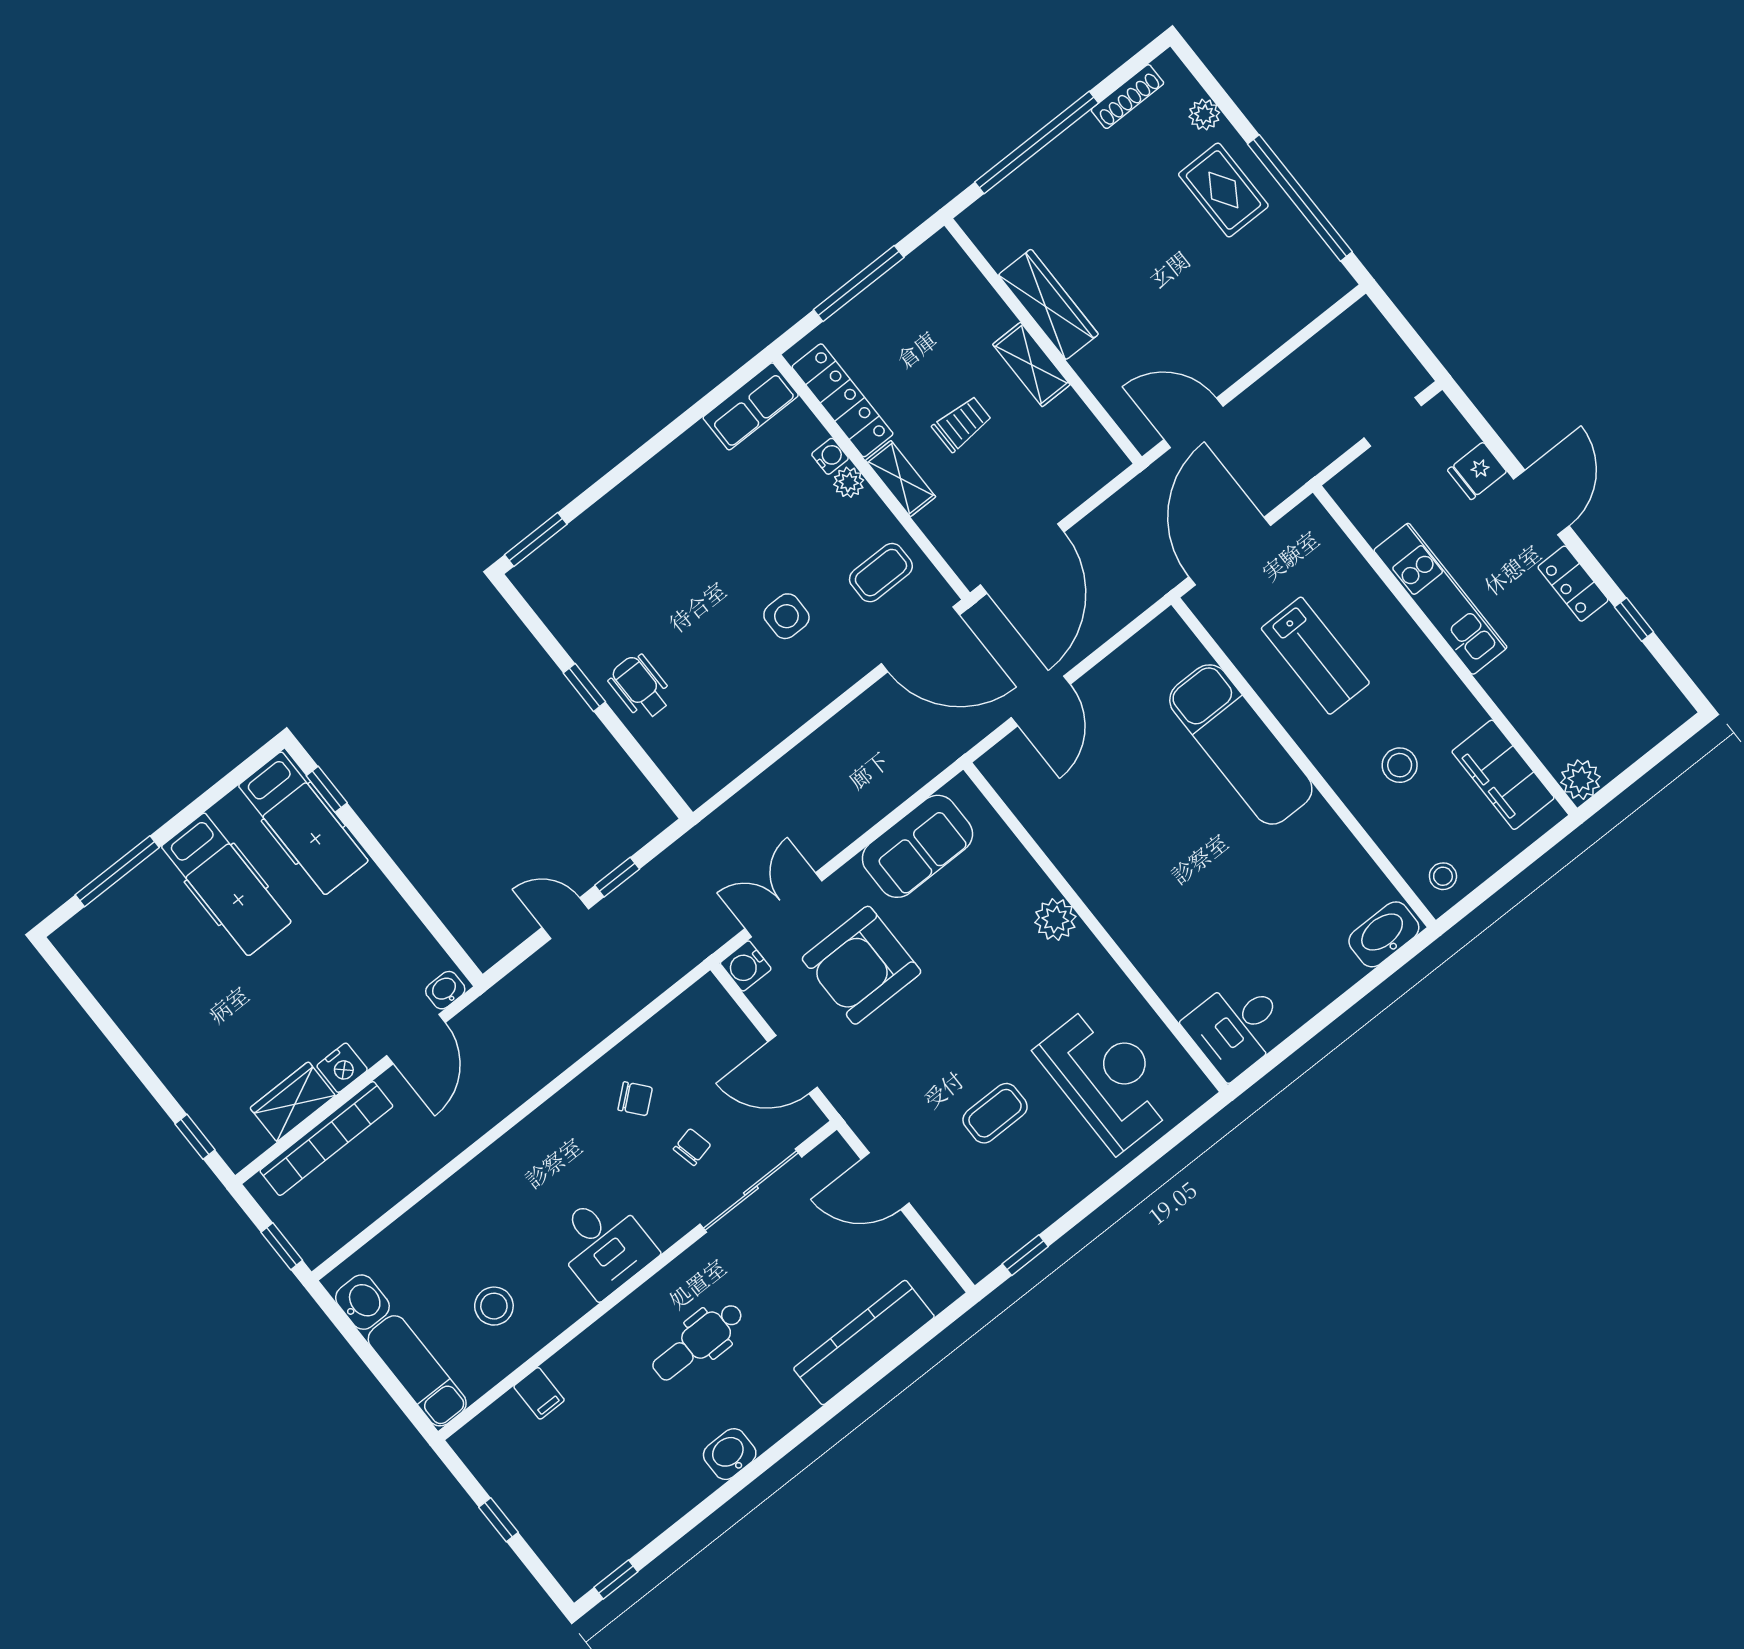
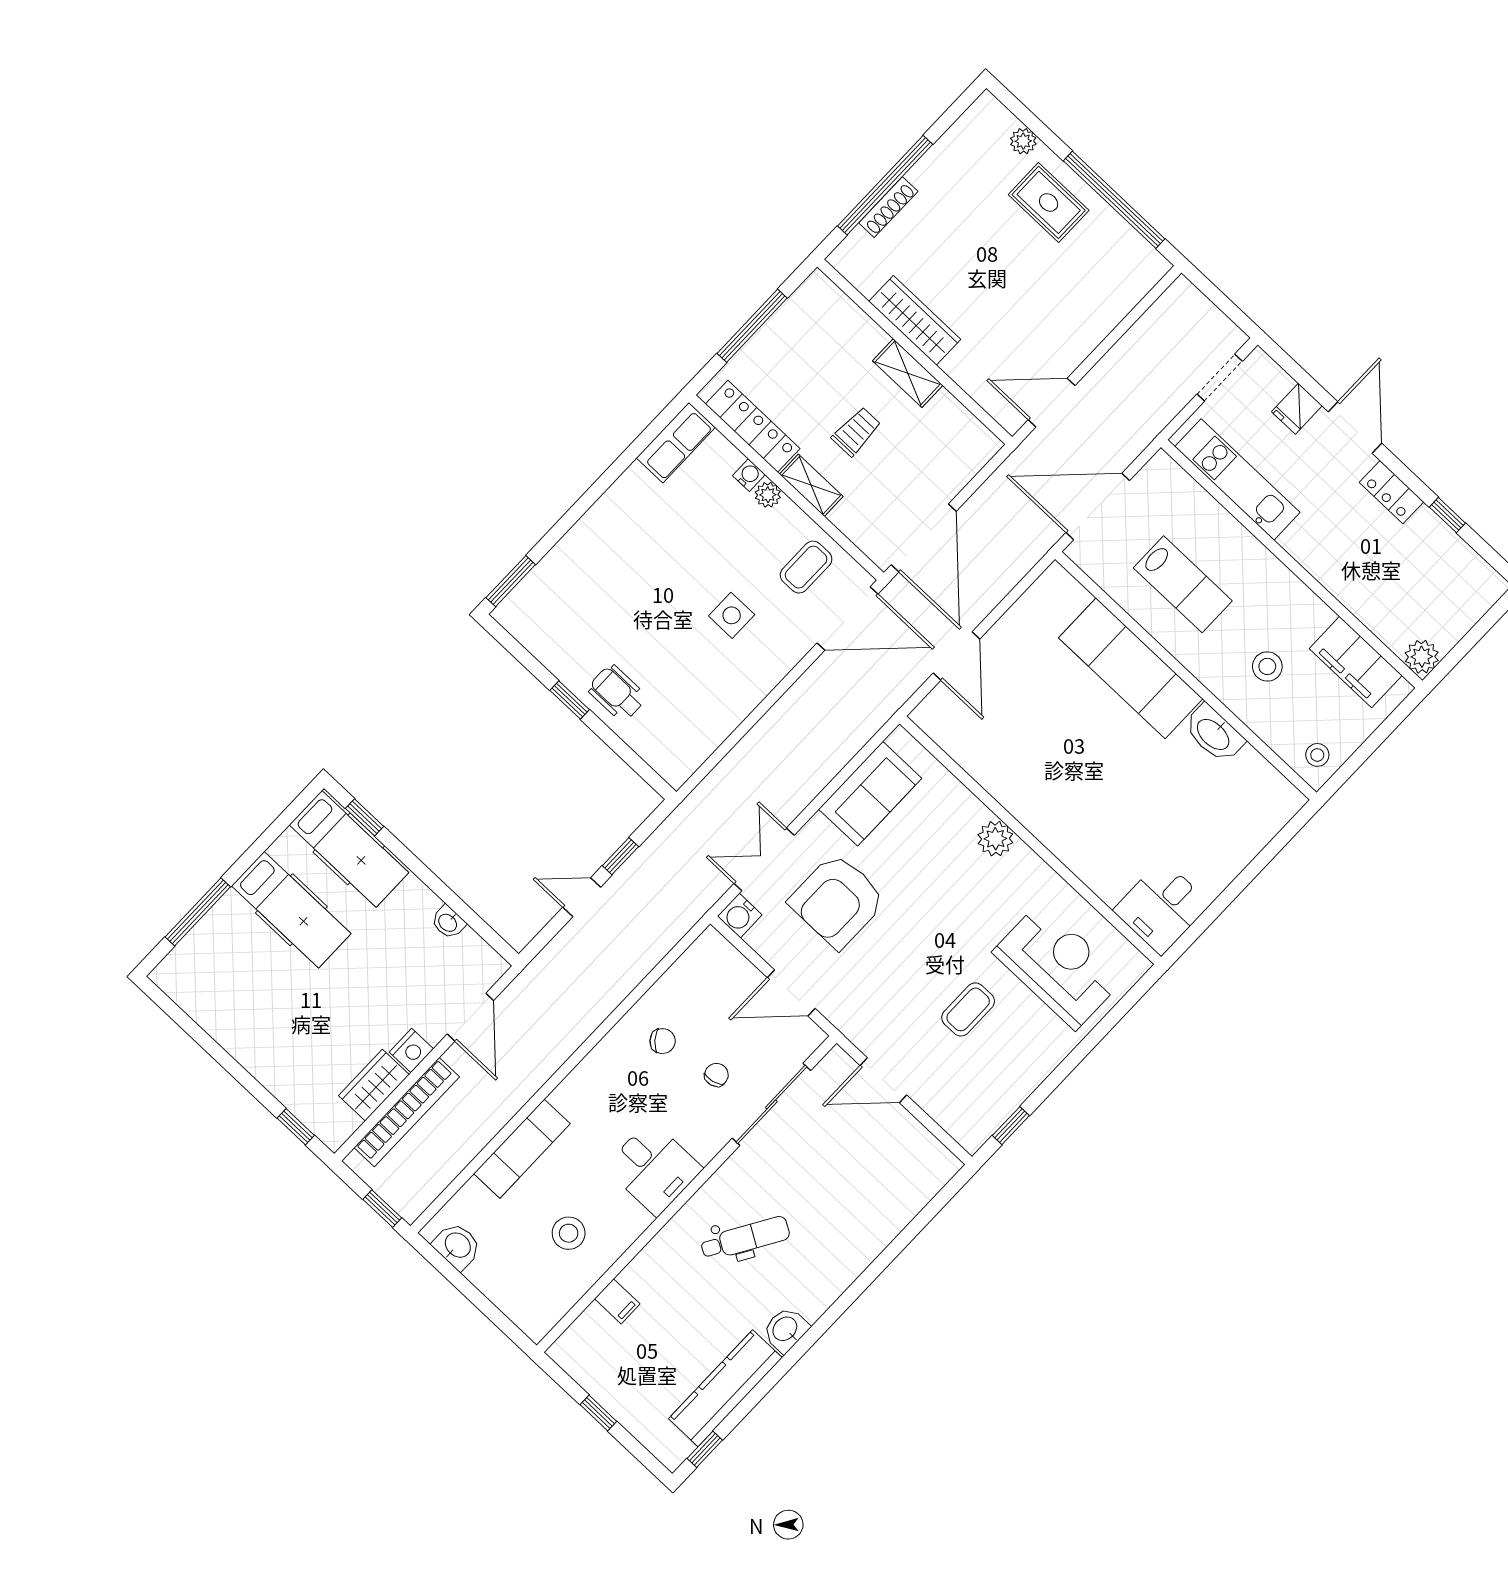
shoe rack: (1127, 97) -> (888, 207), moved
door: (1230, 551) -> (1098, 507), hinge flipped
kitchen unit: (1440, 599) -> (1237, 479), moved
washbasin: (1384, 934) -> (1214, 734), moved, turned -90
washbasin: (445, 990) -> (448, 922), moved, turned -90
dental chair: (698, 1342) -> (745, 1238), turned -149
kitchen counter: (864, 1343) -> (725, 1388), moved
exam couch: (417, 1371) -> (522, 1149), moved, turned 90

